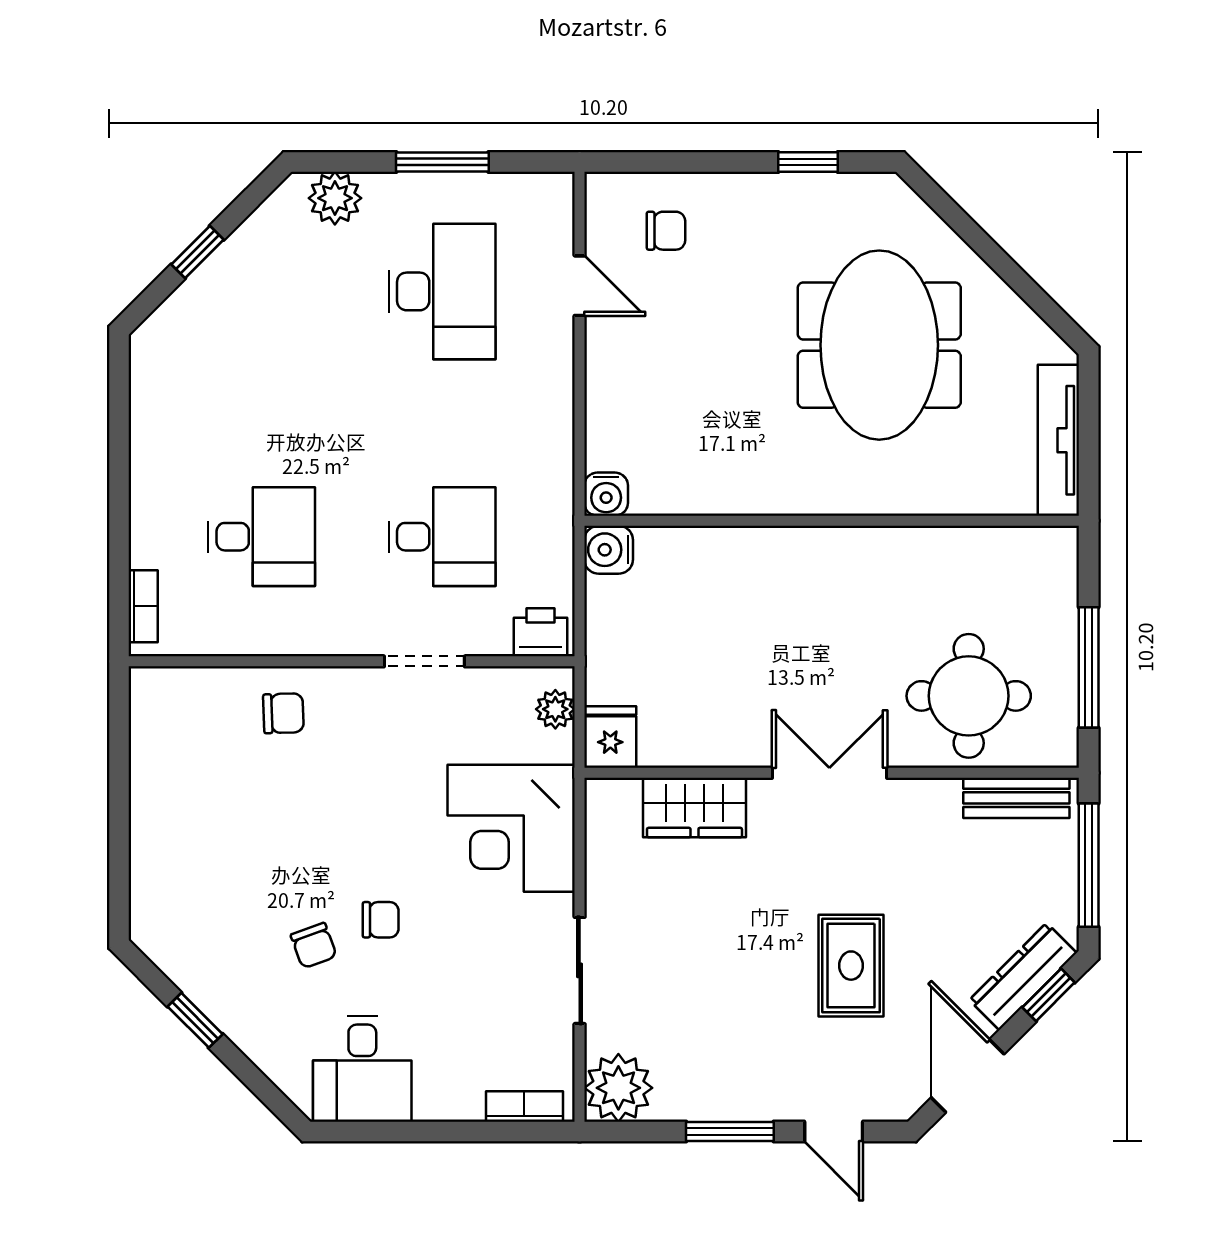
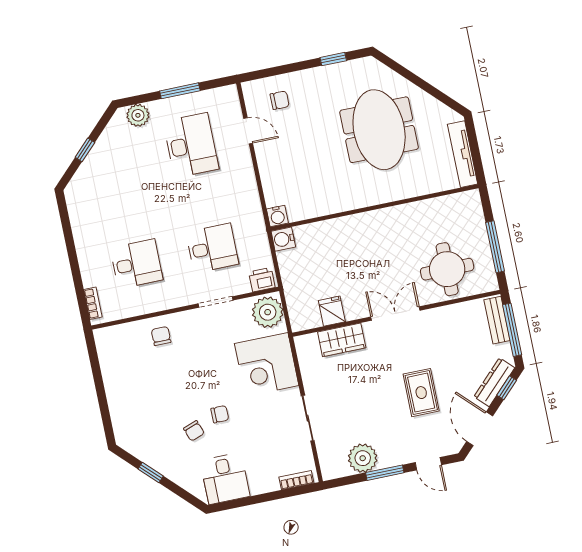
plant: (555, 709) -> (268, 312), width x1.87, depth x1.87
chair: (283, 713) -> (161, 336), turned -88
fridge: (610, 737) -> (332, 311), moved
bench: (1016, 798) -> (497, 320), moved, turned 90
plant: (618, 1088) -> (363, 458), moved

